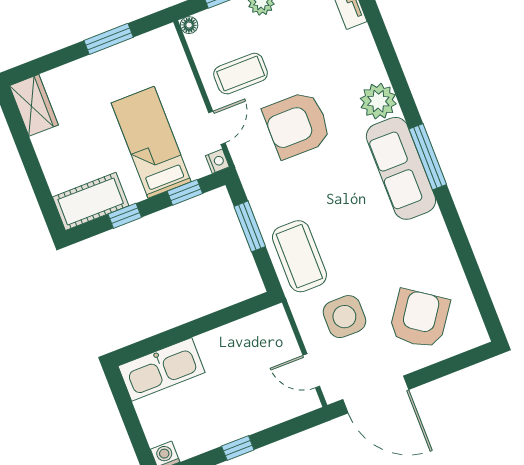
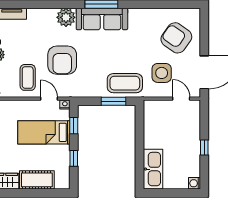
cot: (91, 201) -> (37, 180), moved, turned 90
window: (250, 226) -> (114, 101), moved
door: (311, 371) -> (181, 99), swing flipped

